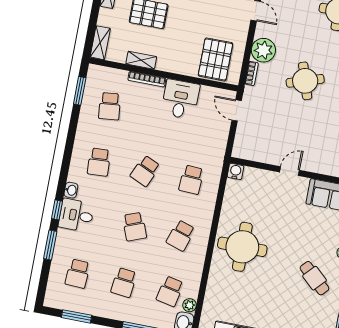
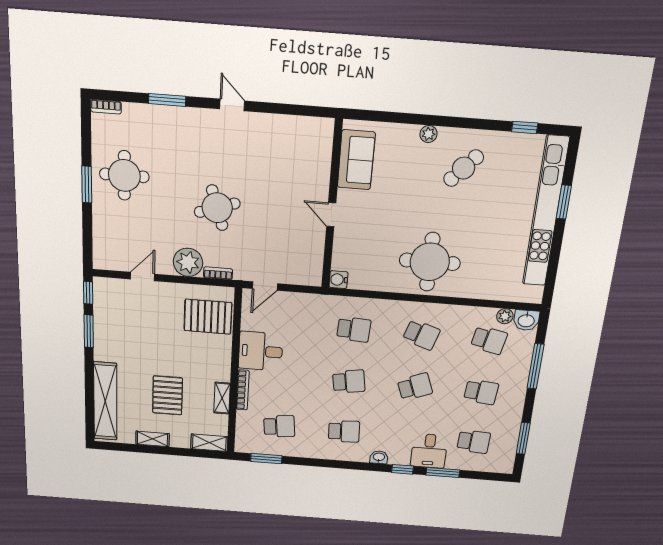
school desk: (145, 171) -> (349, 381), turned -33
desk: (76, 215) -> (429, 451), moved

